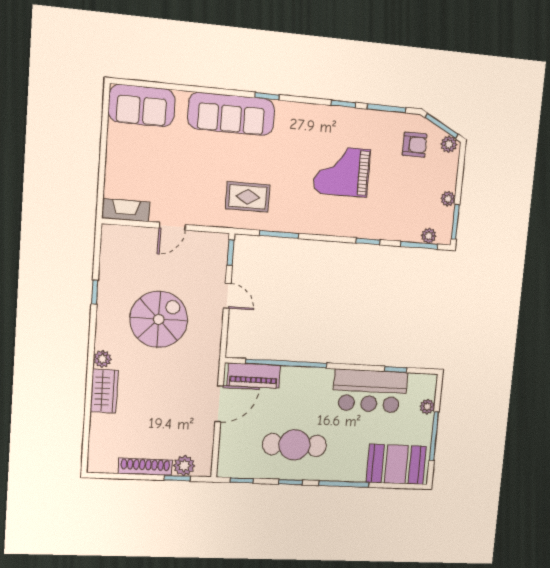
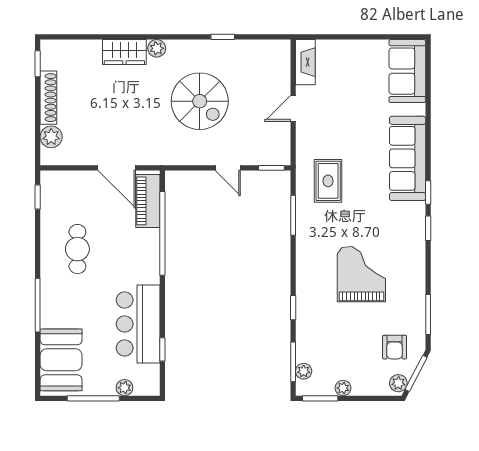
window: (343, 104) -> (428, 228), moved
door: (172, 226) -> (293, 108), hinge flipped
door: (227, 296) -> (228, 168), hinge flipped
cafe table: (294, 445) -> (77, 249), width x0.73, depth x0.74
window: (177, 478) -> (38, 64), moved
window: (291, 482) -> (38, 248), removed

